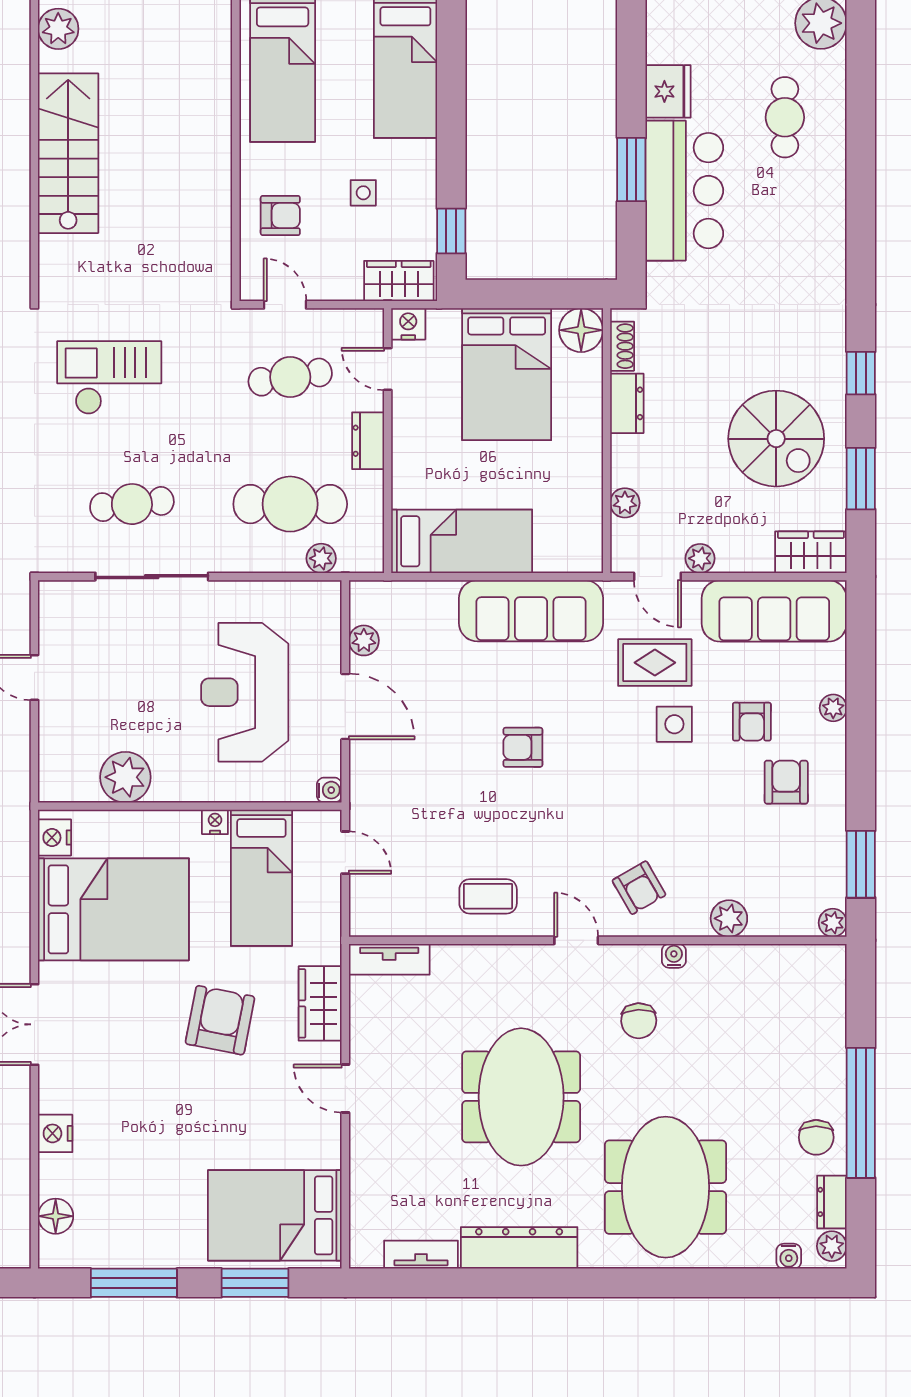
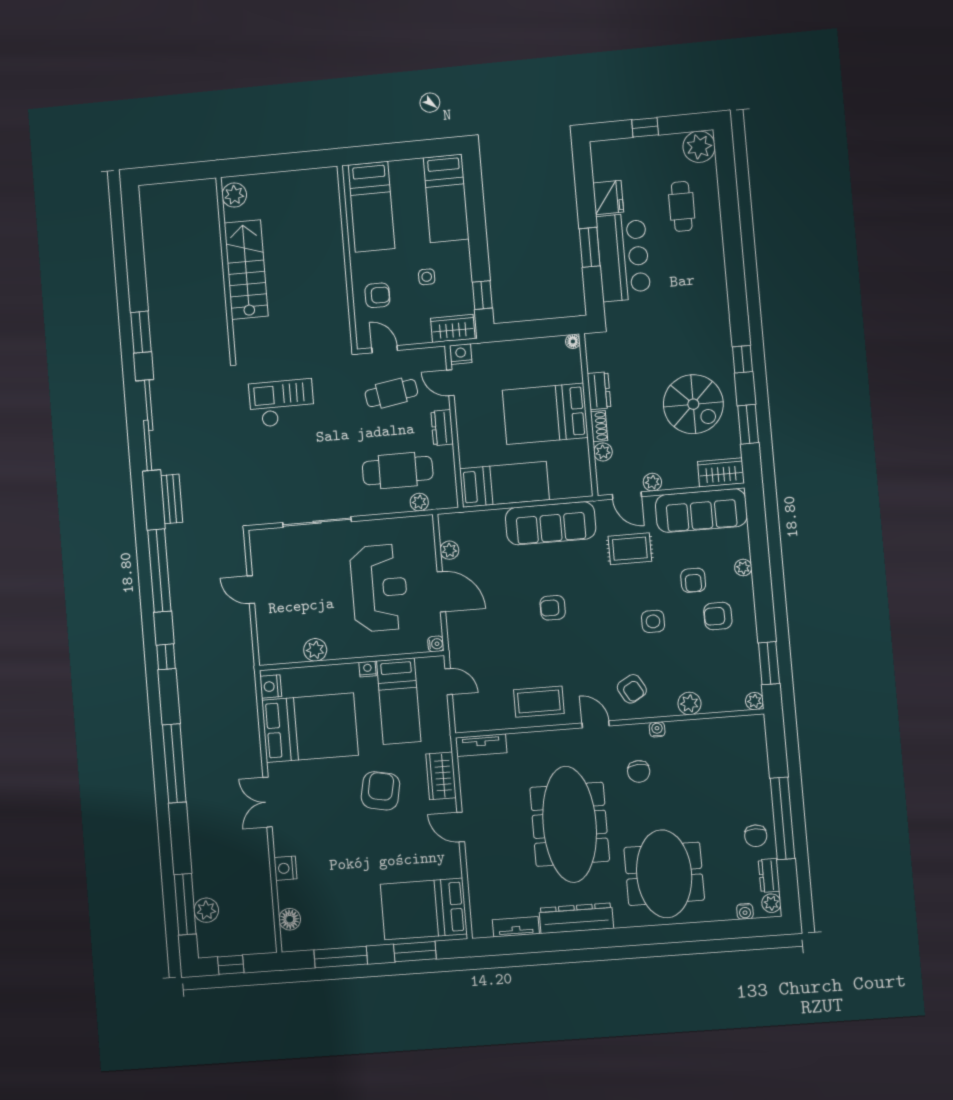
floor lamp: (581, 330) -> (573, 341), width x0.53, depth x0.53
shoe rack: (622, 346) -> (599, 426), moved
bed: (507, 374) -> (545, 414), moved, turned 90
cafe table: (132, 504) -> (301, 479), removed
reception desk: (245, 692) -> (379, 588), turned 180
side table: (674, 724) -> (653, 621), moved
plant: (125, 777) -> (315, 650), width x0.73, depth x0.73
armchair: (786, 782) -> (718, 616), turned -90
coffee table: (488, 896) -> (539, 702), width x1.36, depth x1.30
meeting table: (521, 1097) -> (570, 824), width x1.36

